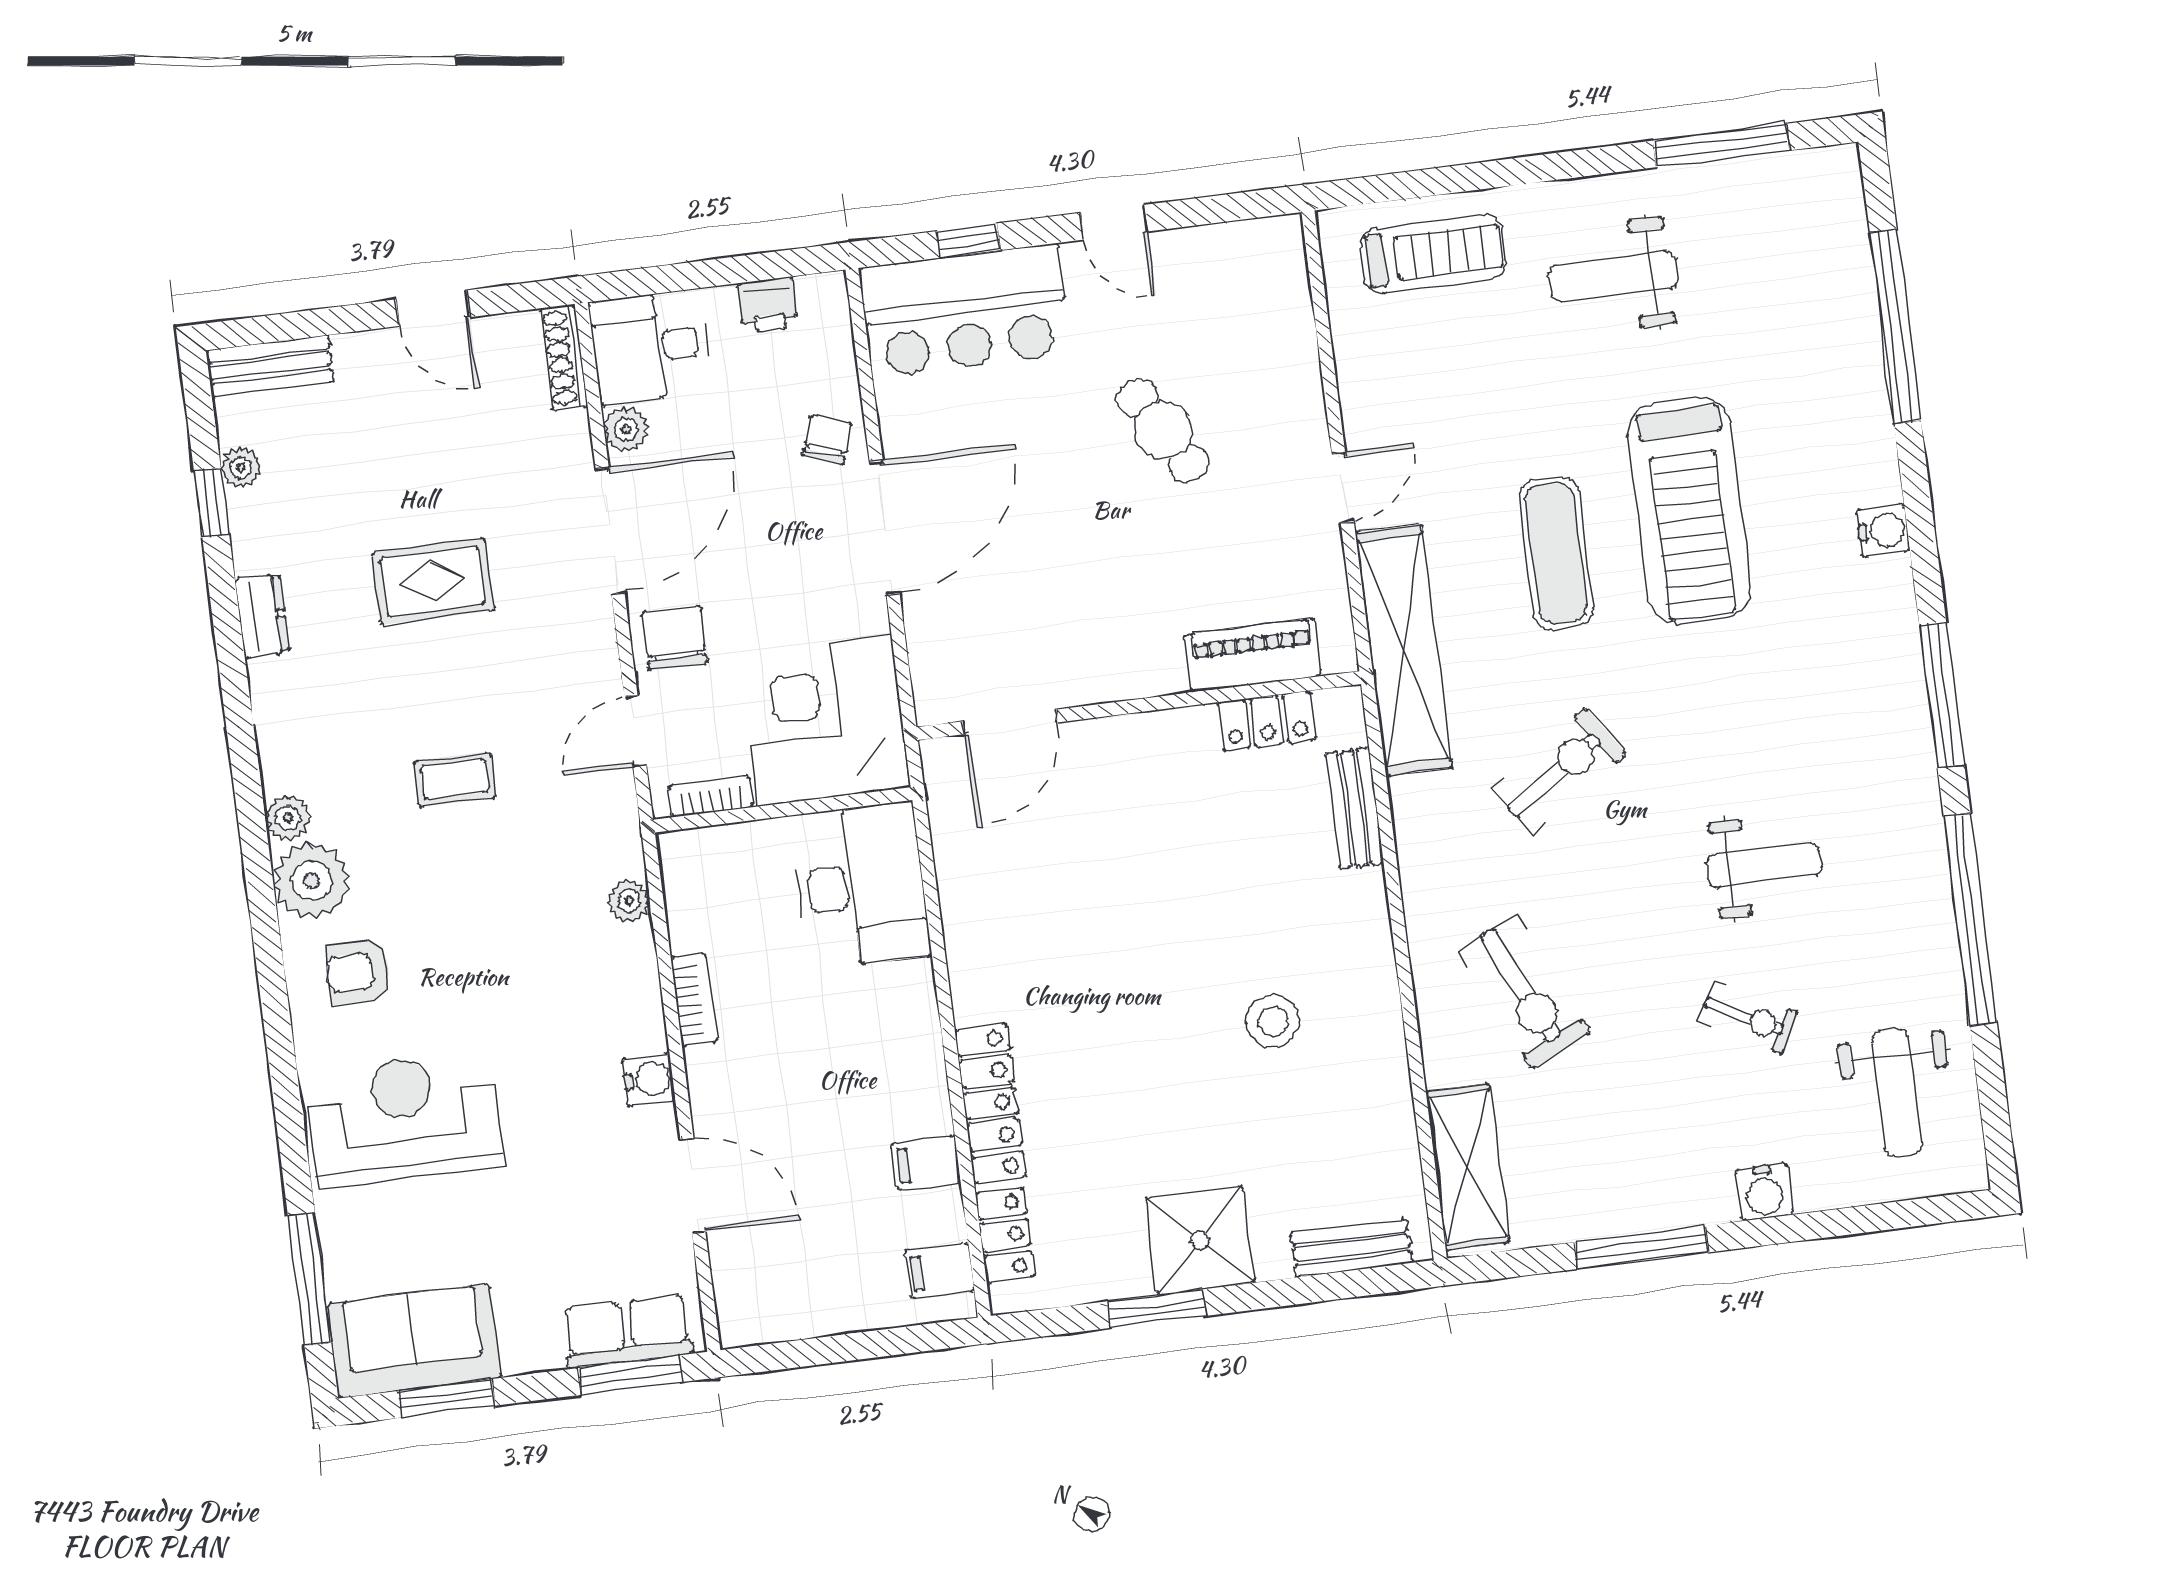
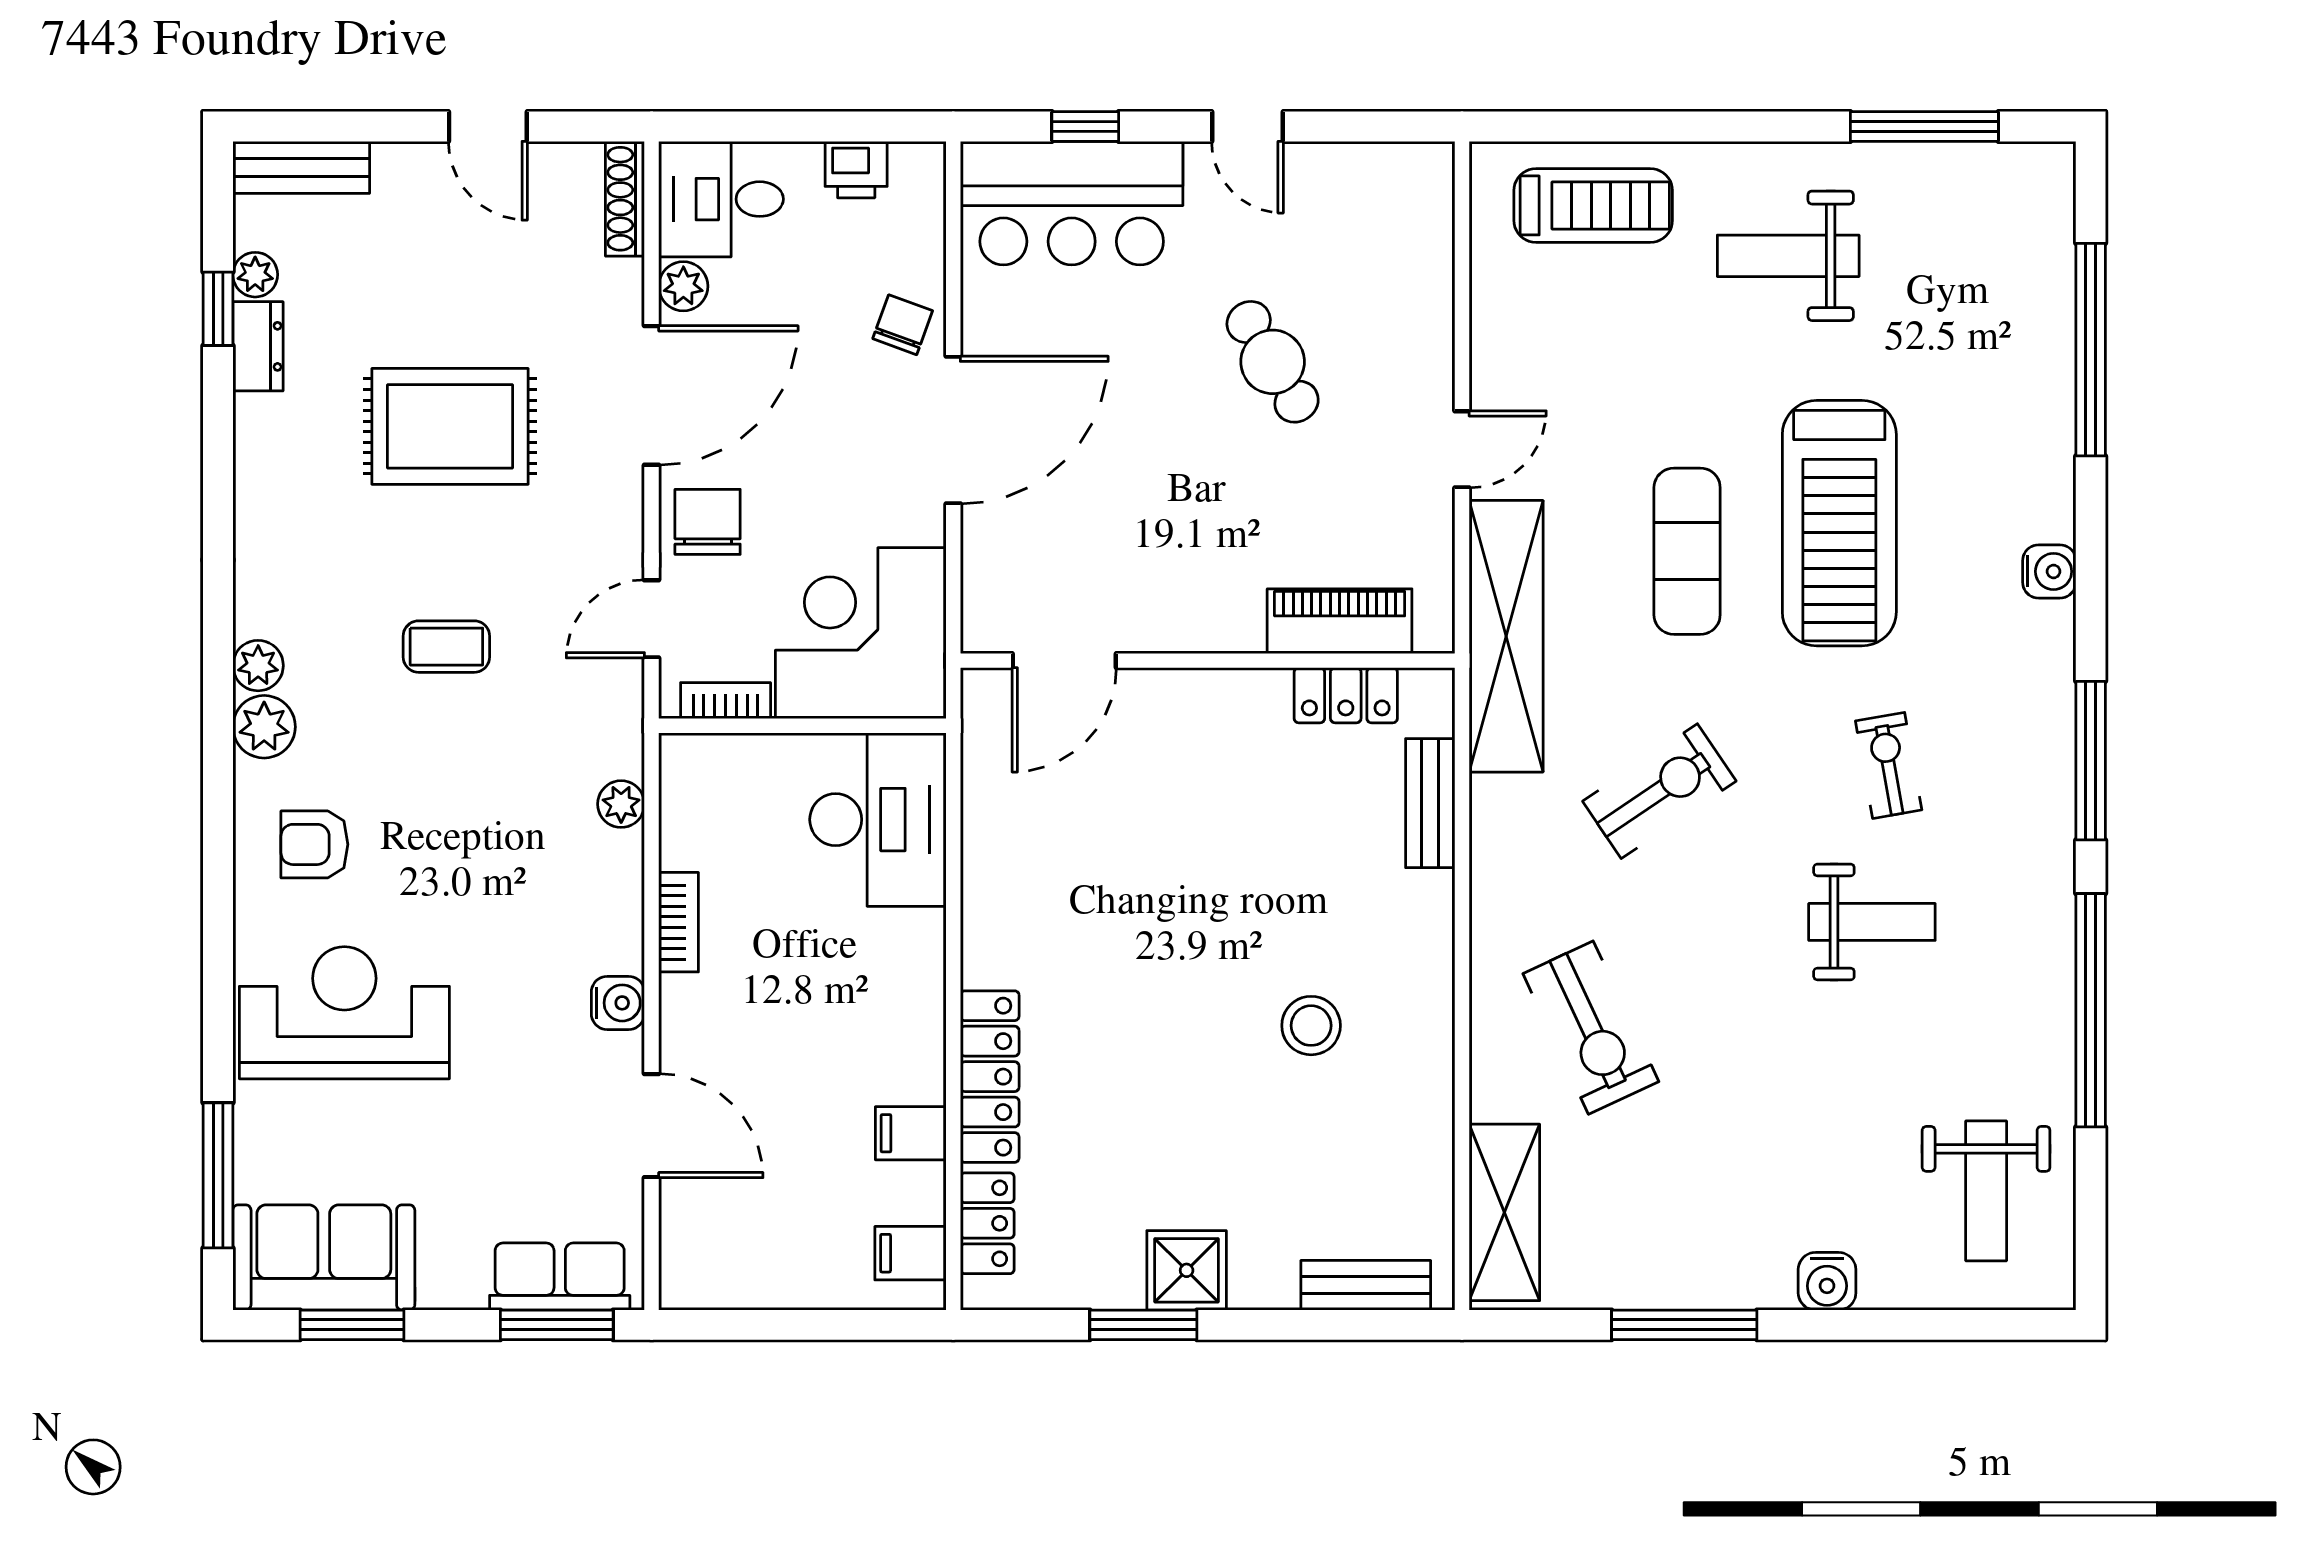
rug: (433, 581) -> (450, 426), width x1.36, depth x1.43
dresser: (262, 616) -> (258, 346), moved
plant: (312, 881) -> (264, 727), width x0.73, depth x0.73
exercise bike: (1748, 1017) -> (1889, 765), moved, turned -128
shower: (1200, 1240) -> (1187, 1270), width x0.73, depth x0.73

